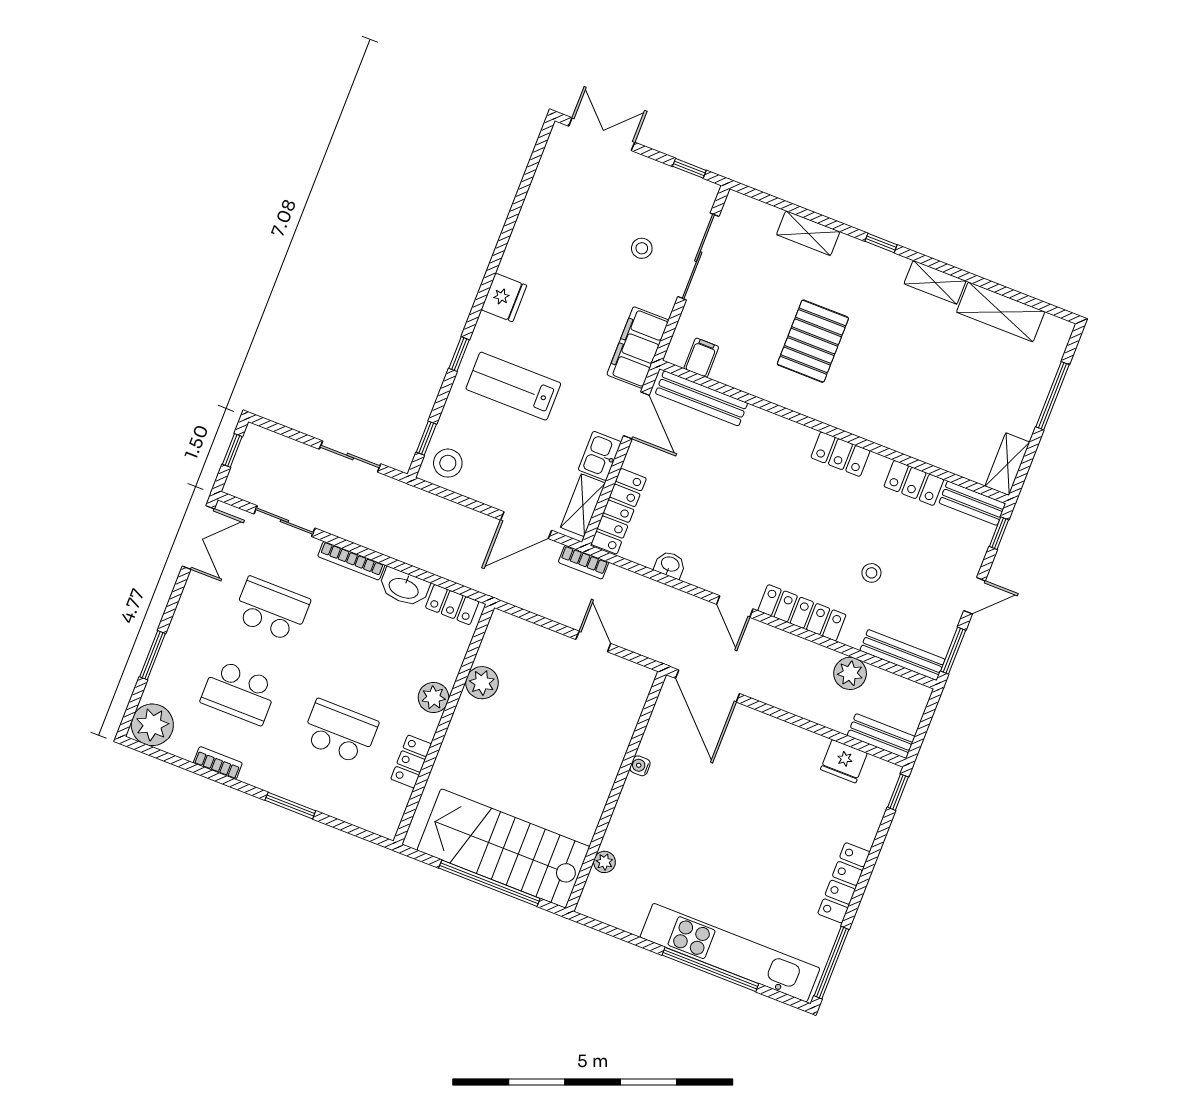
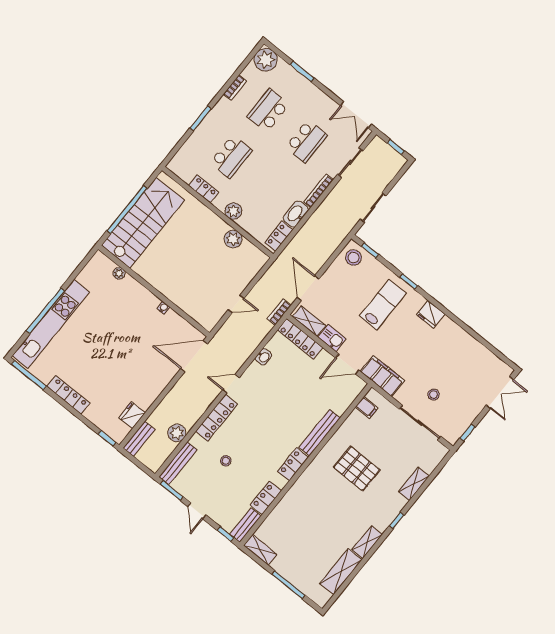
bench: (701, 398) -> (320, 433), moved

